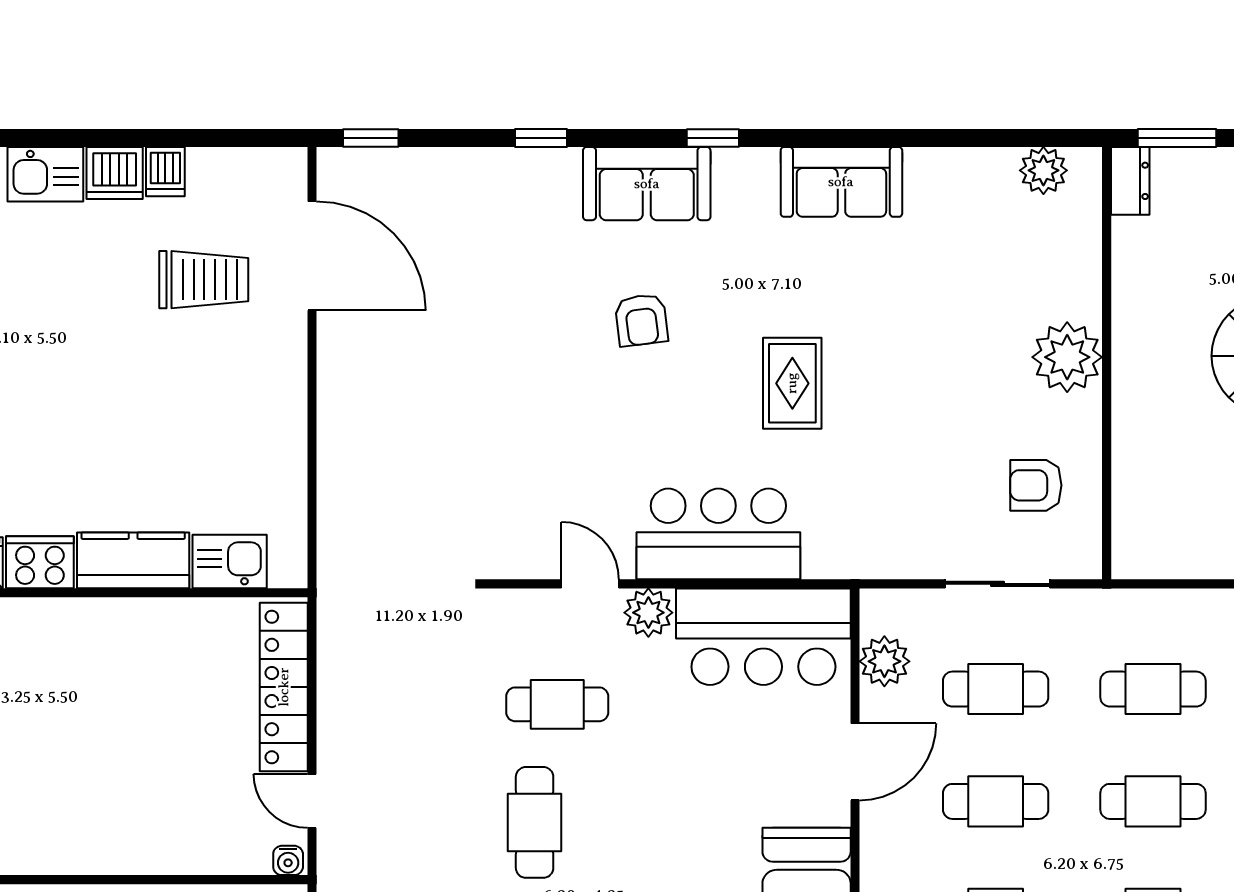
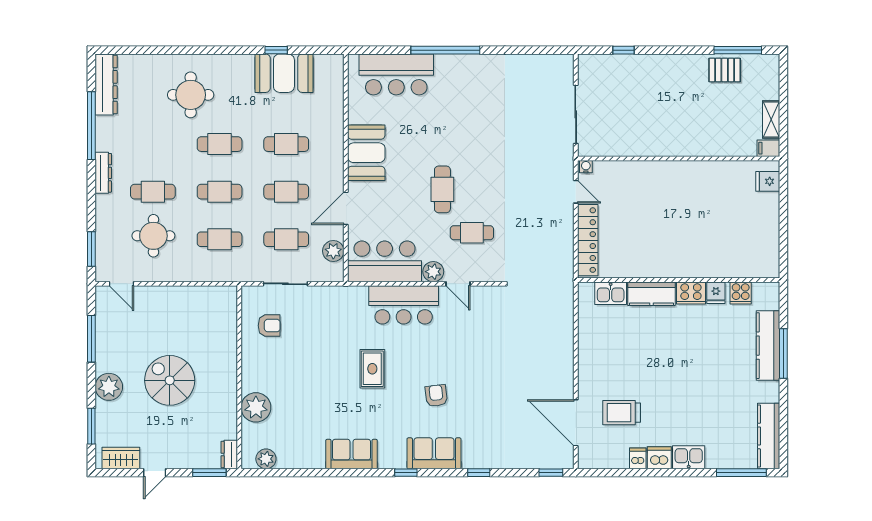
plant: (1067, 357) -> (256, 407), moved
cafe table: (535, 822) -> (442, 189), moved

